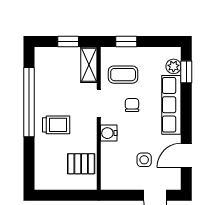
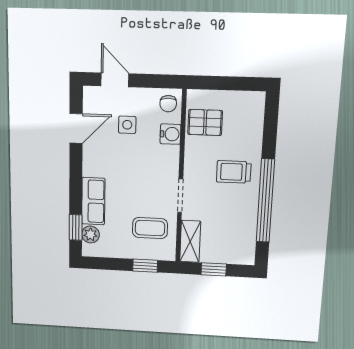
chair: (132, 105) -> (168, 104), moved
row of seats: (171, 105) -> (93, 201), width x0.68
water cooler: (109, 133) -> (170, 134), moved

